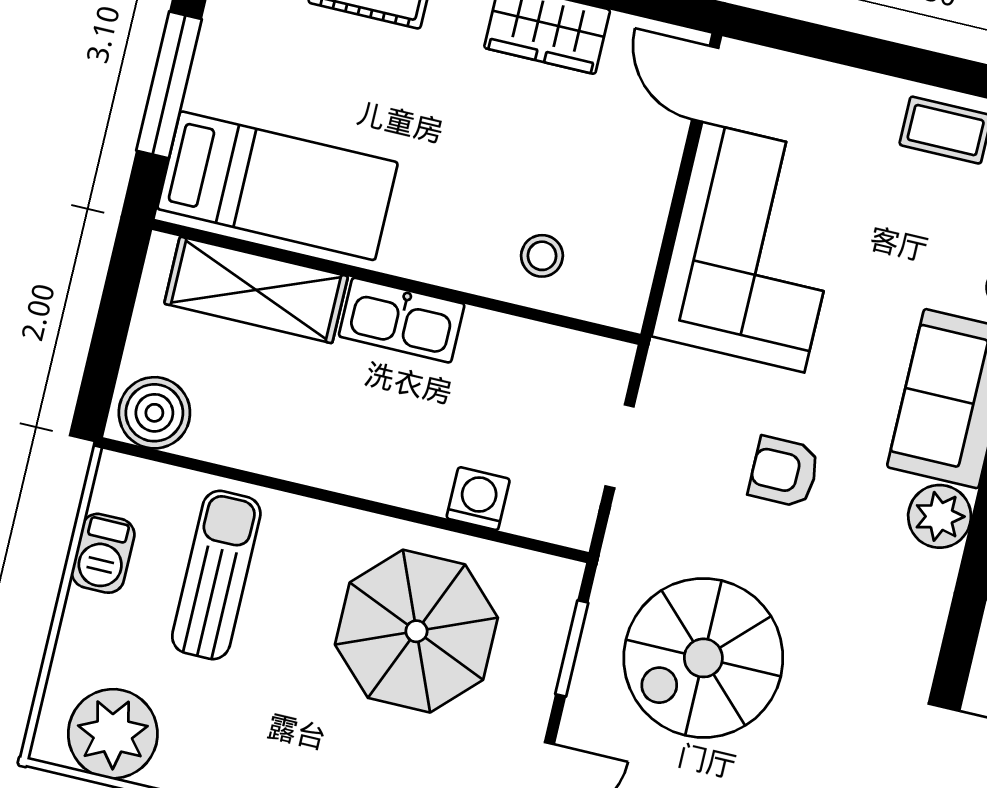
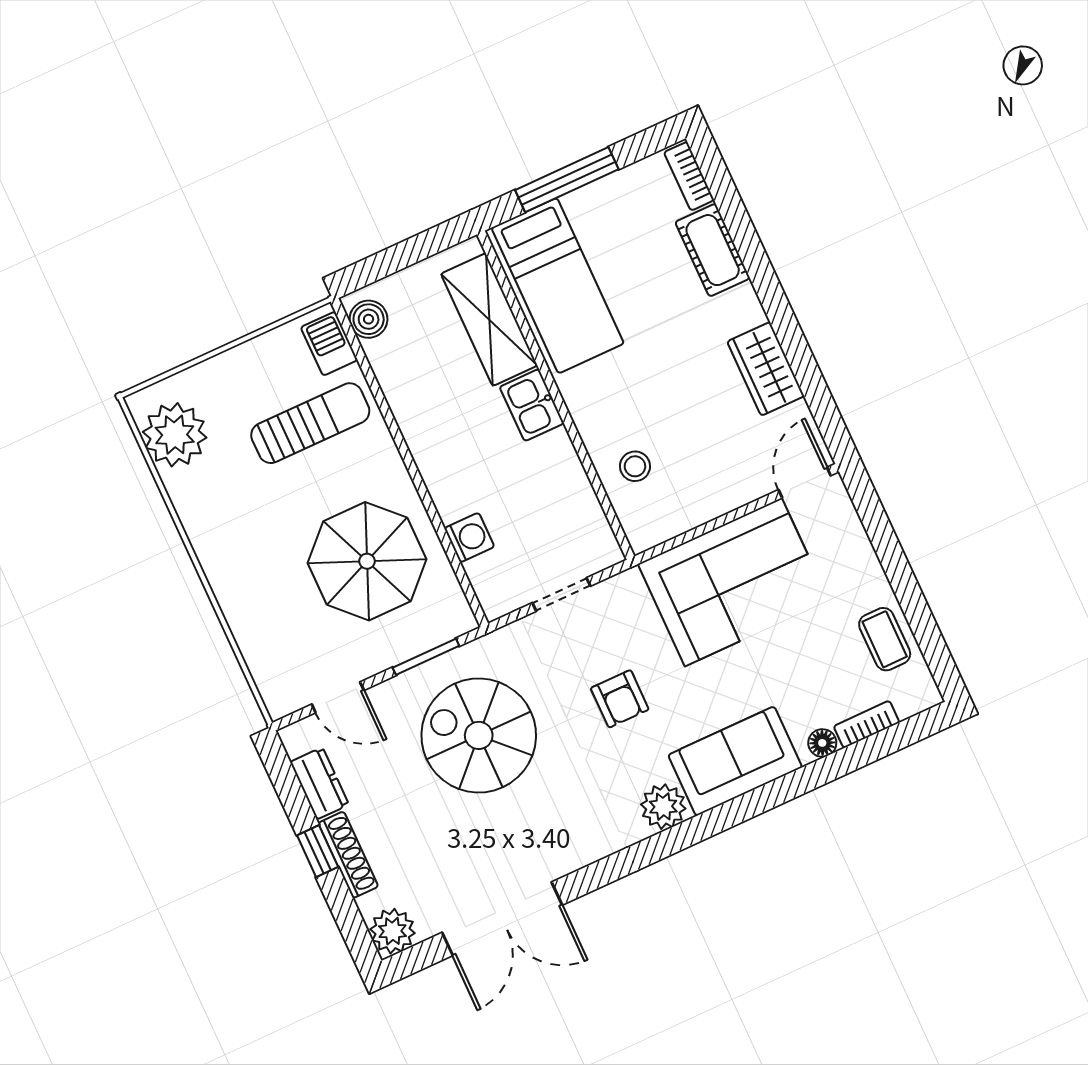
kitchen sink: (402, 320) -> (532, 405), width x0.73
boiler: (154, 413) -> (369, 319), width x0.73, depth x0.73
armchair: (784, 472) -> (620, 699), turned 180
barbecue: (103, 553) -> (329, 344), moved, turned 90

